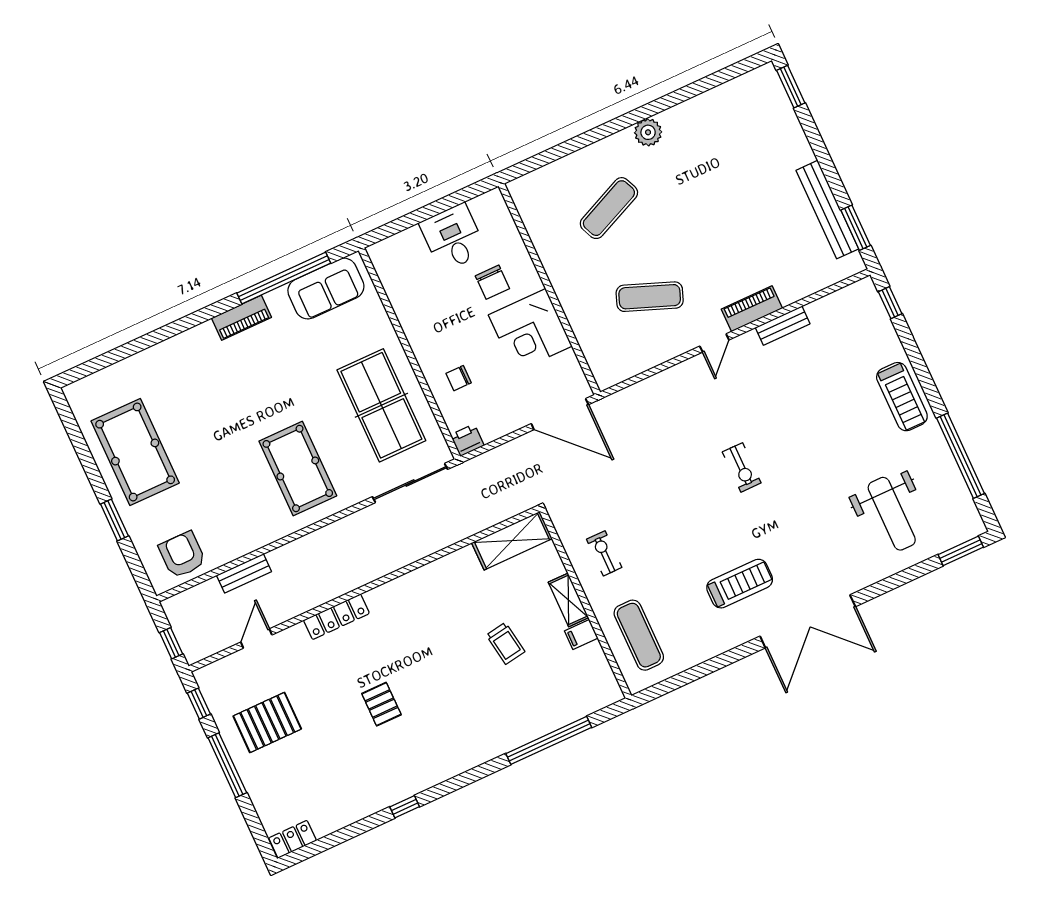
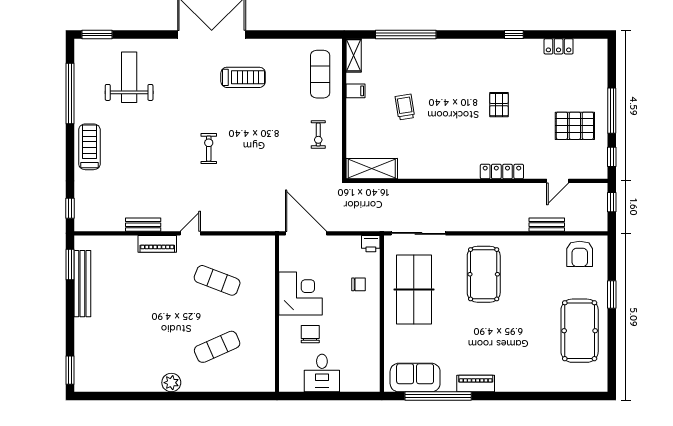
treadmill: (740, 584) -> (243, 77), turned 180
shelving: (568, 600) -> (354, 55), moved
locker: (293, 839) -> (559, 46), moved

